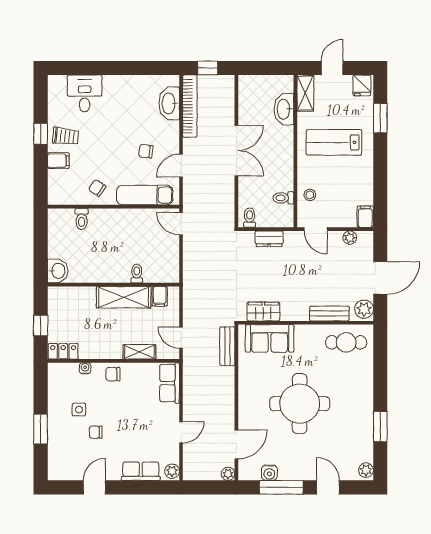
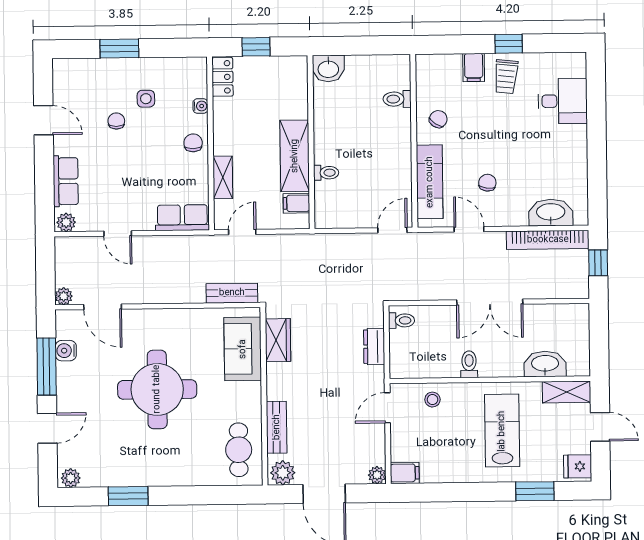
toilet: (283, 198) -> (469, 364), moved
plant: (350, 238) -> (377, 475), moved

